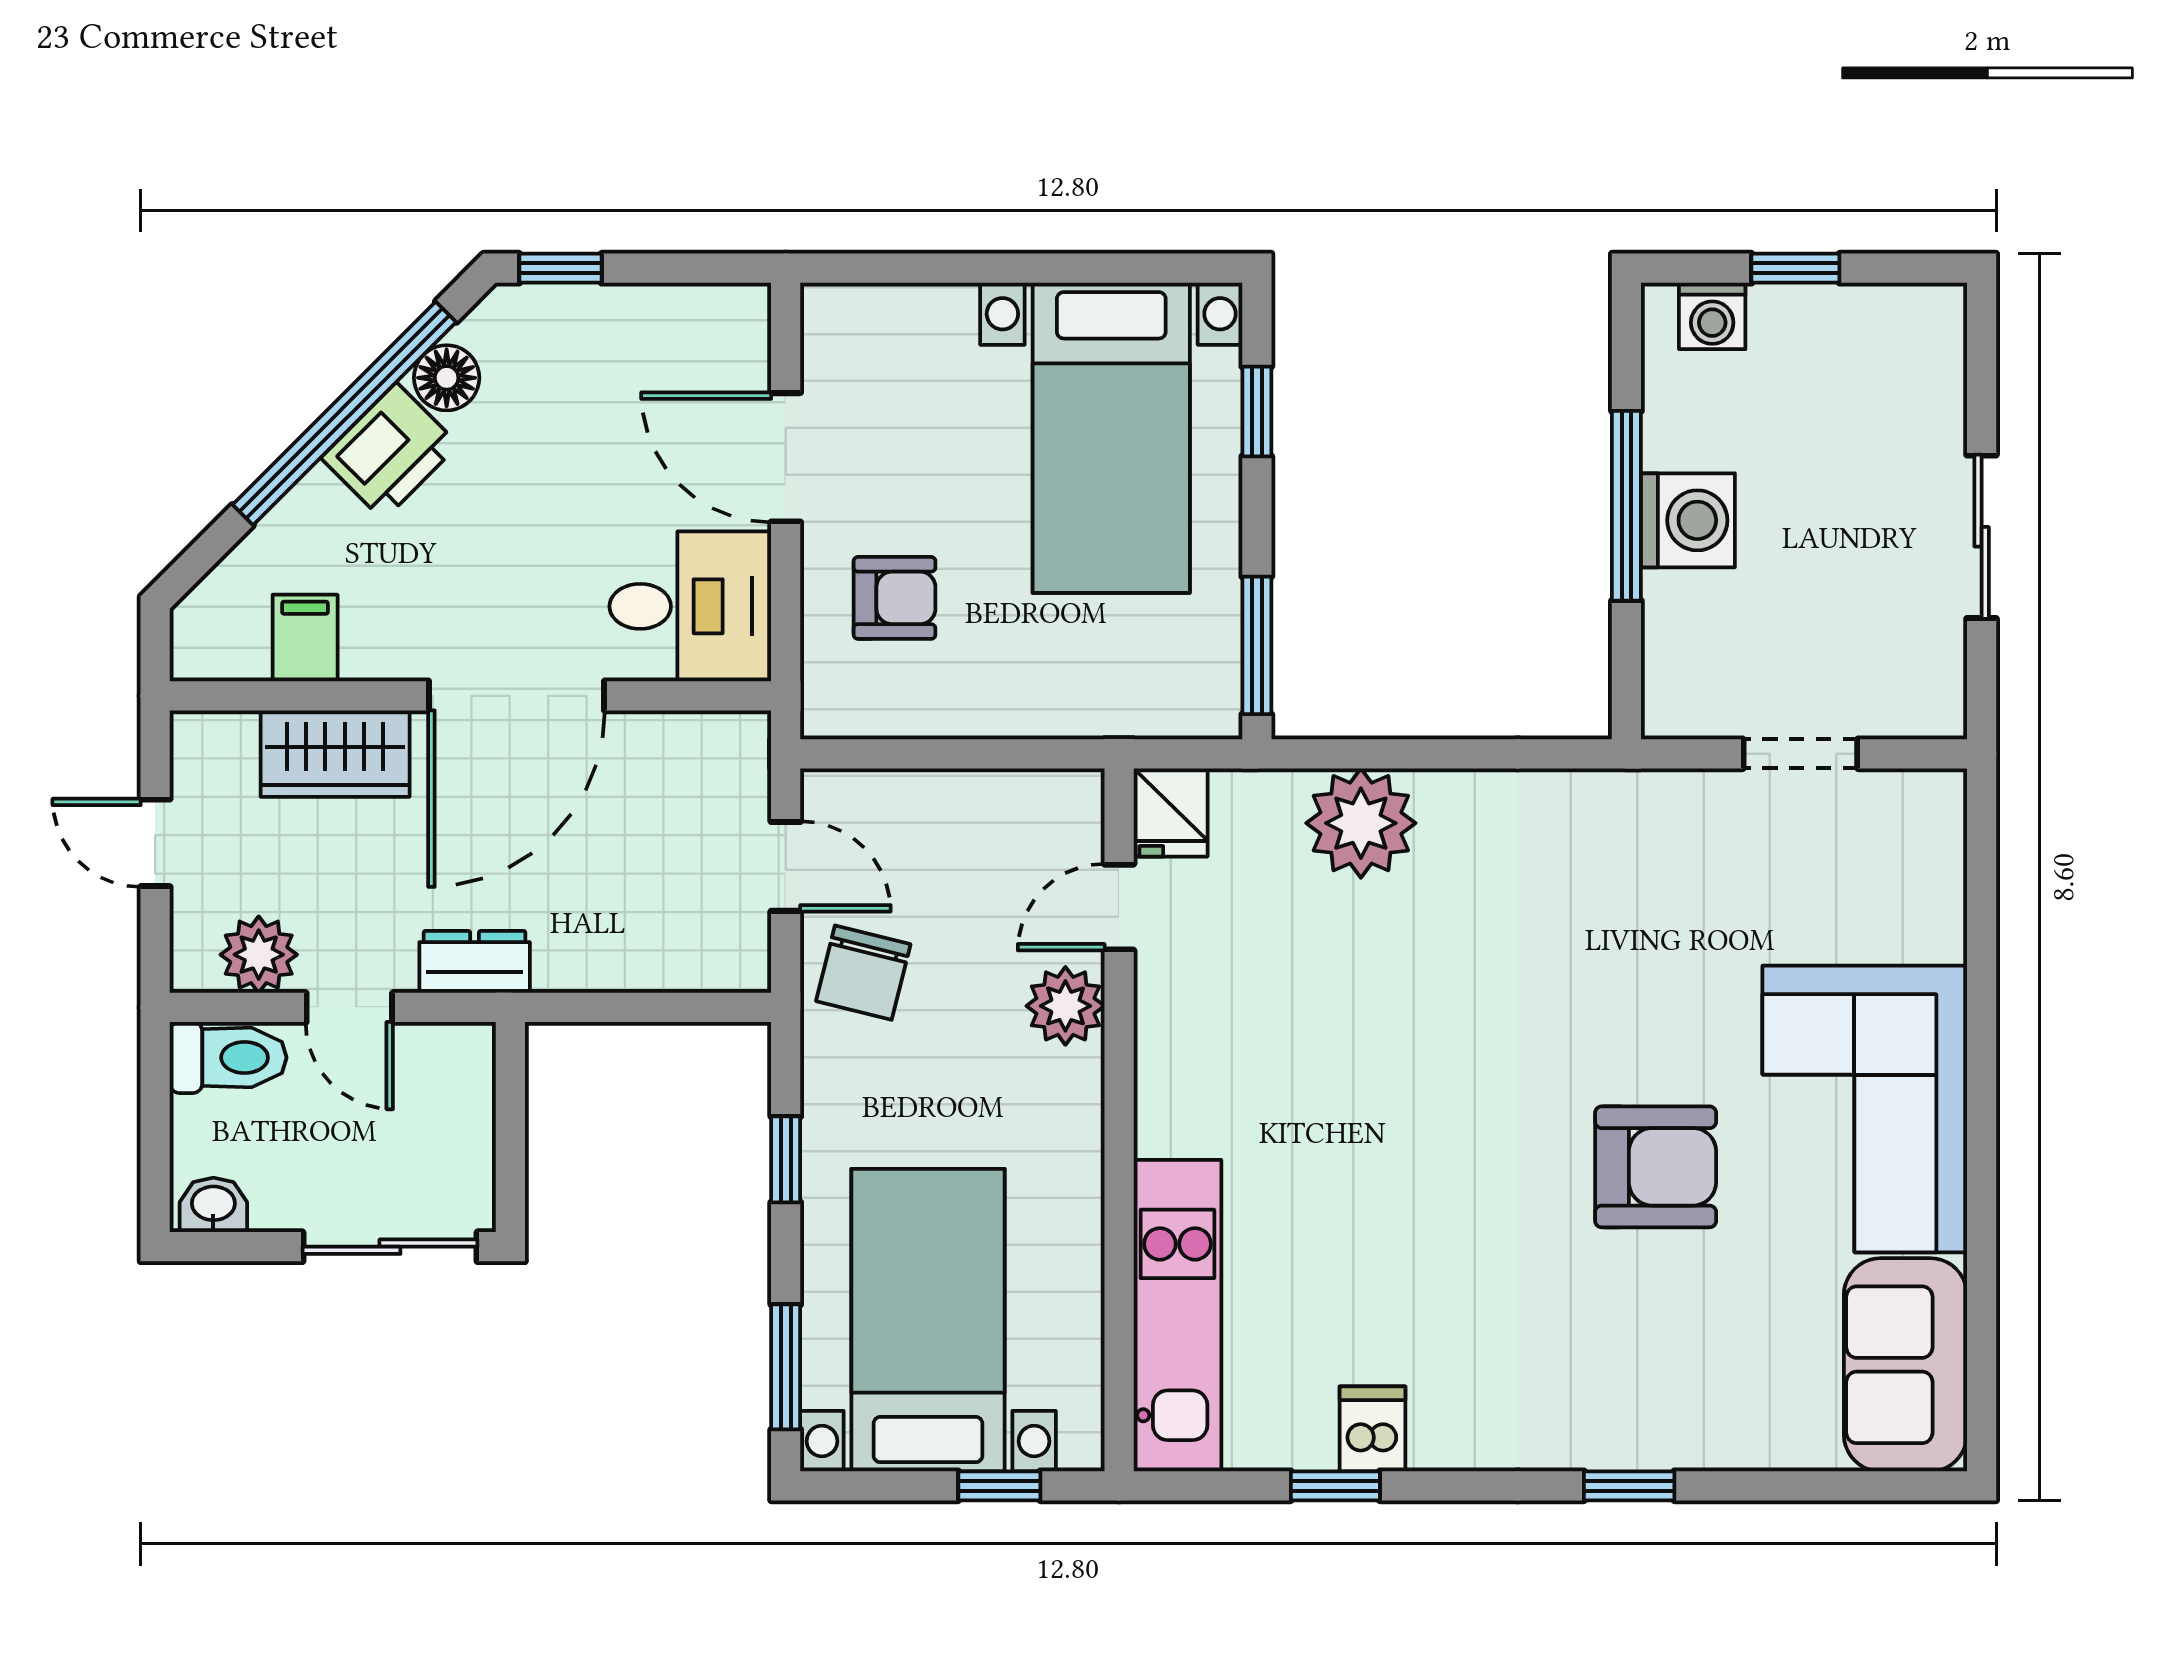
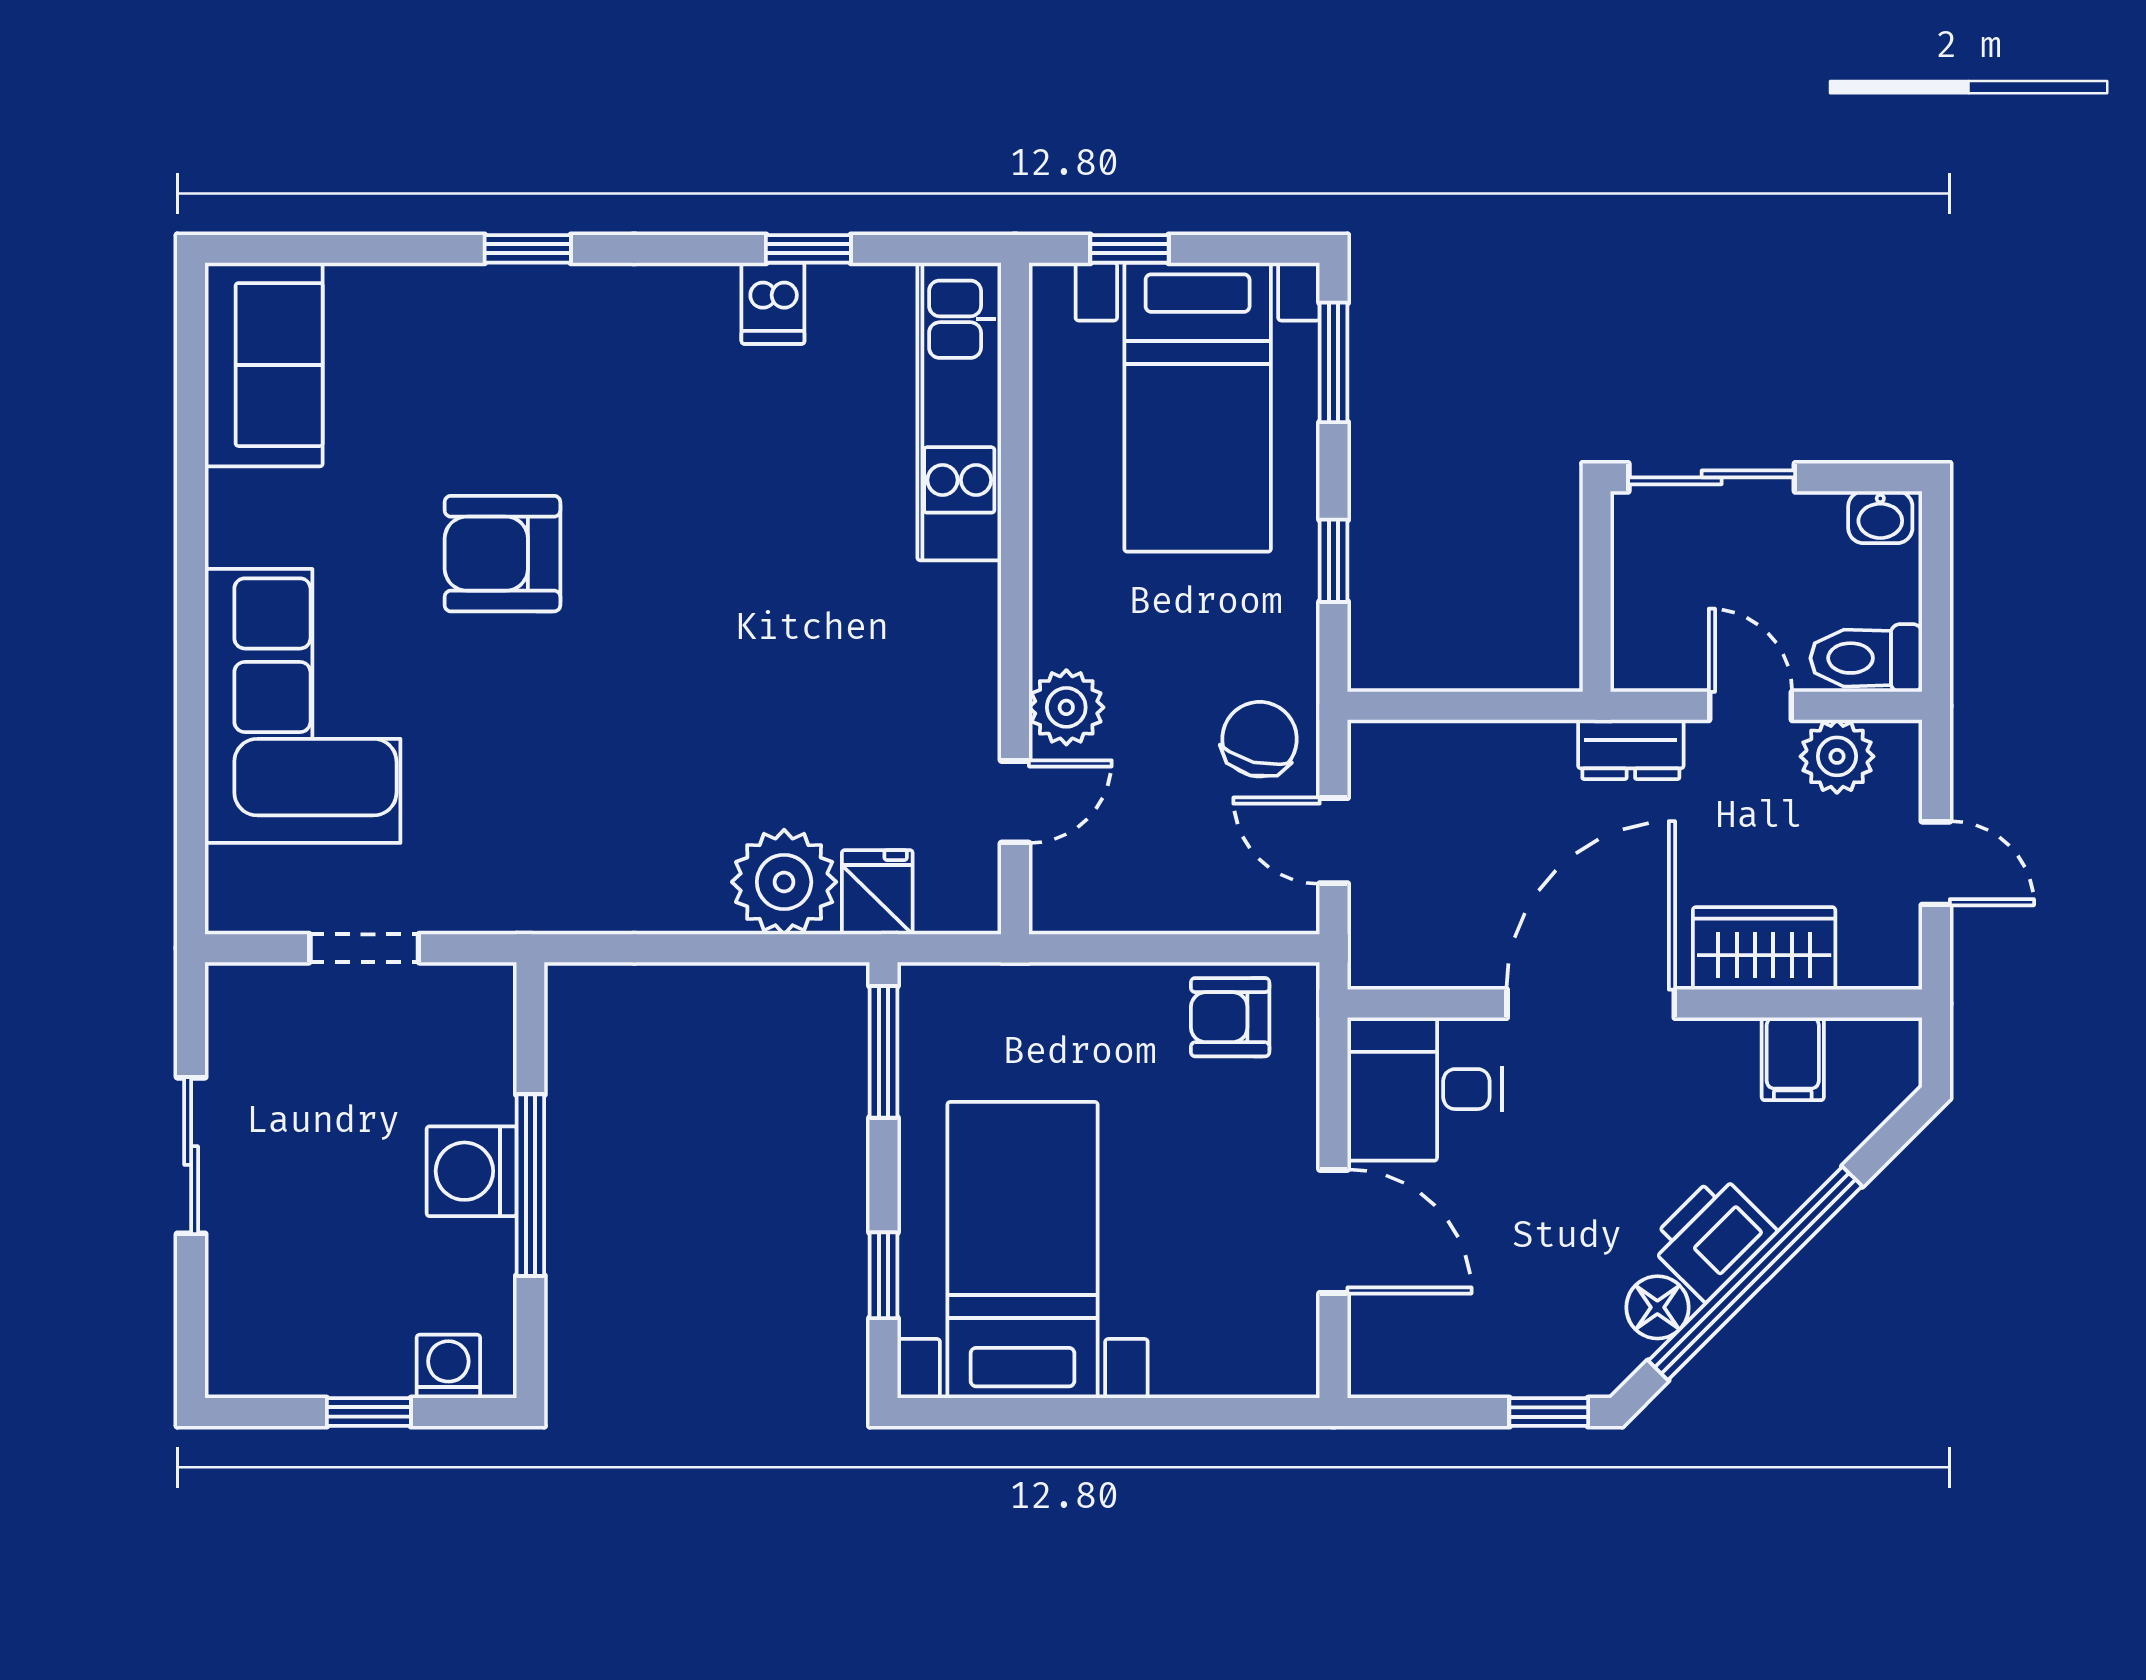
armchair: (895, 598) -> (1230, 1017), moved
fridge: (1171, 812) -> (877, 892), moved
corner sofa: (1865, 1109) -> (303, 706), moved

